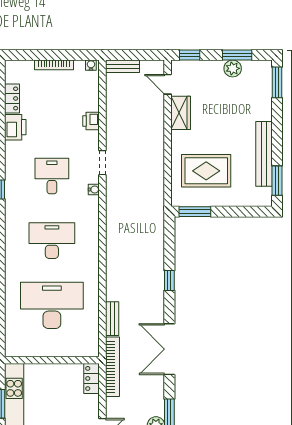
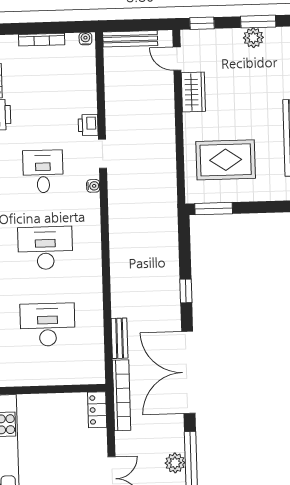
bench: (123, 66) -> (130, 39), width x1.36
printer: (91, 121) -> (88, 125), moved
desk: (52, 305) -> (48, 325), width x0.73, depth x0.77
double door: (169, 349) -> (188, 372), width x1.36

